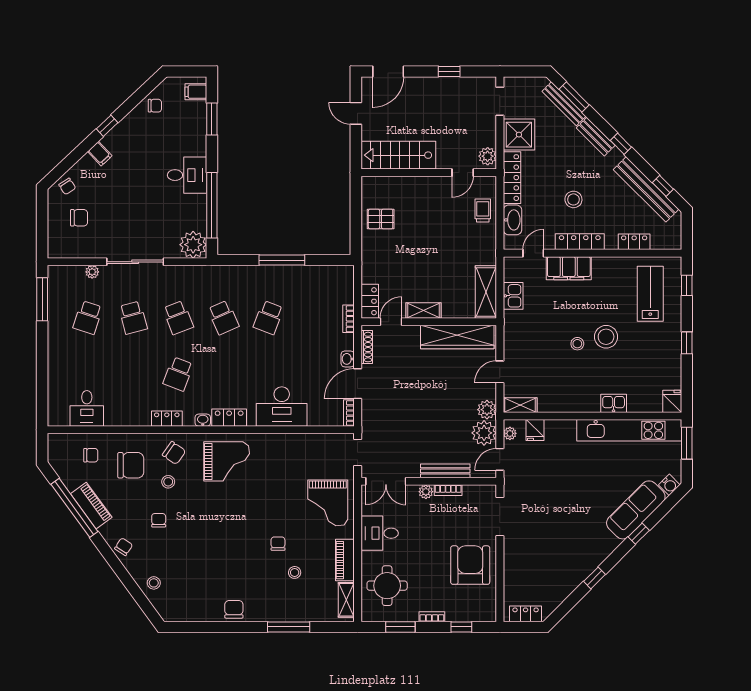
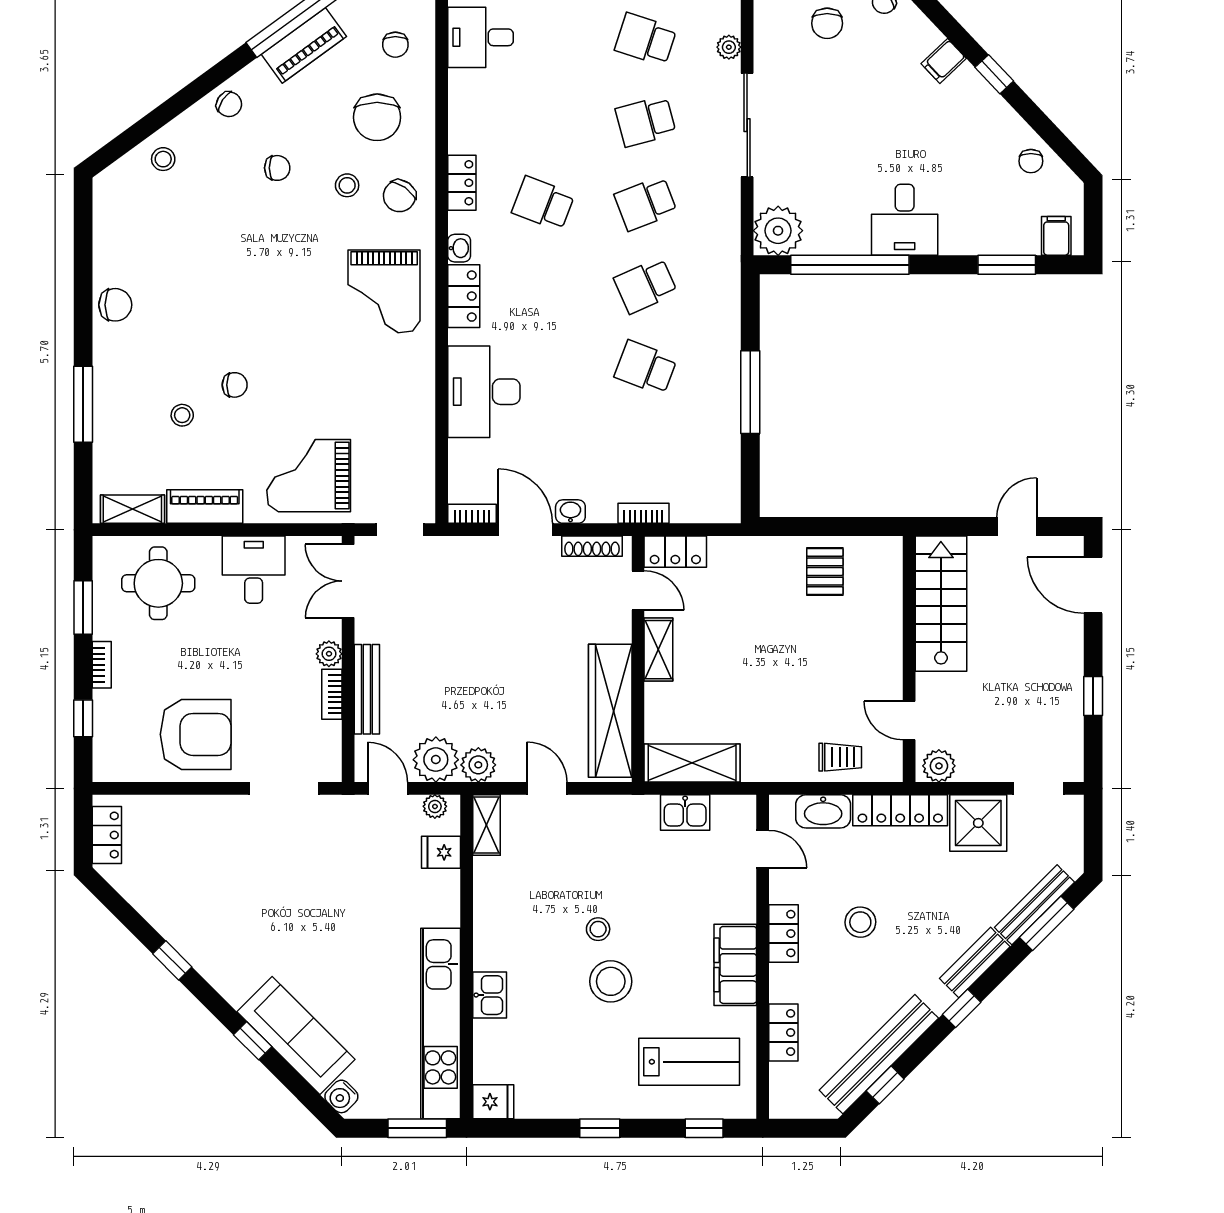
locker: (580, 242) -> (784, 934), width x0.66
filing cabinet: (569, 268) -> (735, 965), moved

